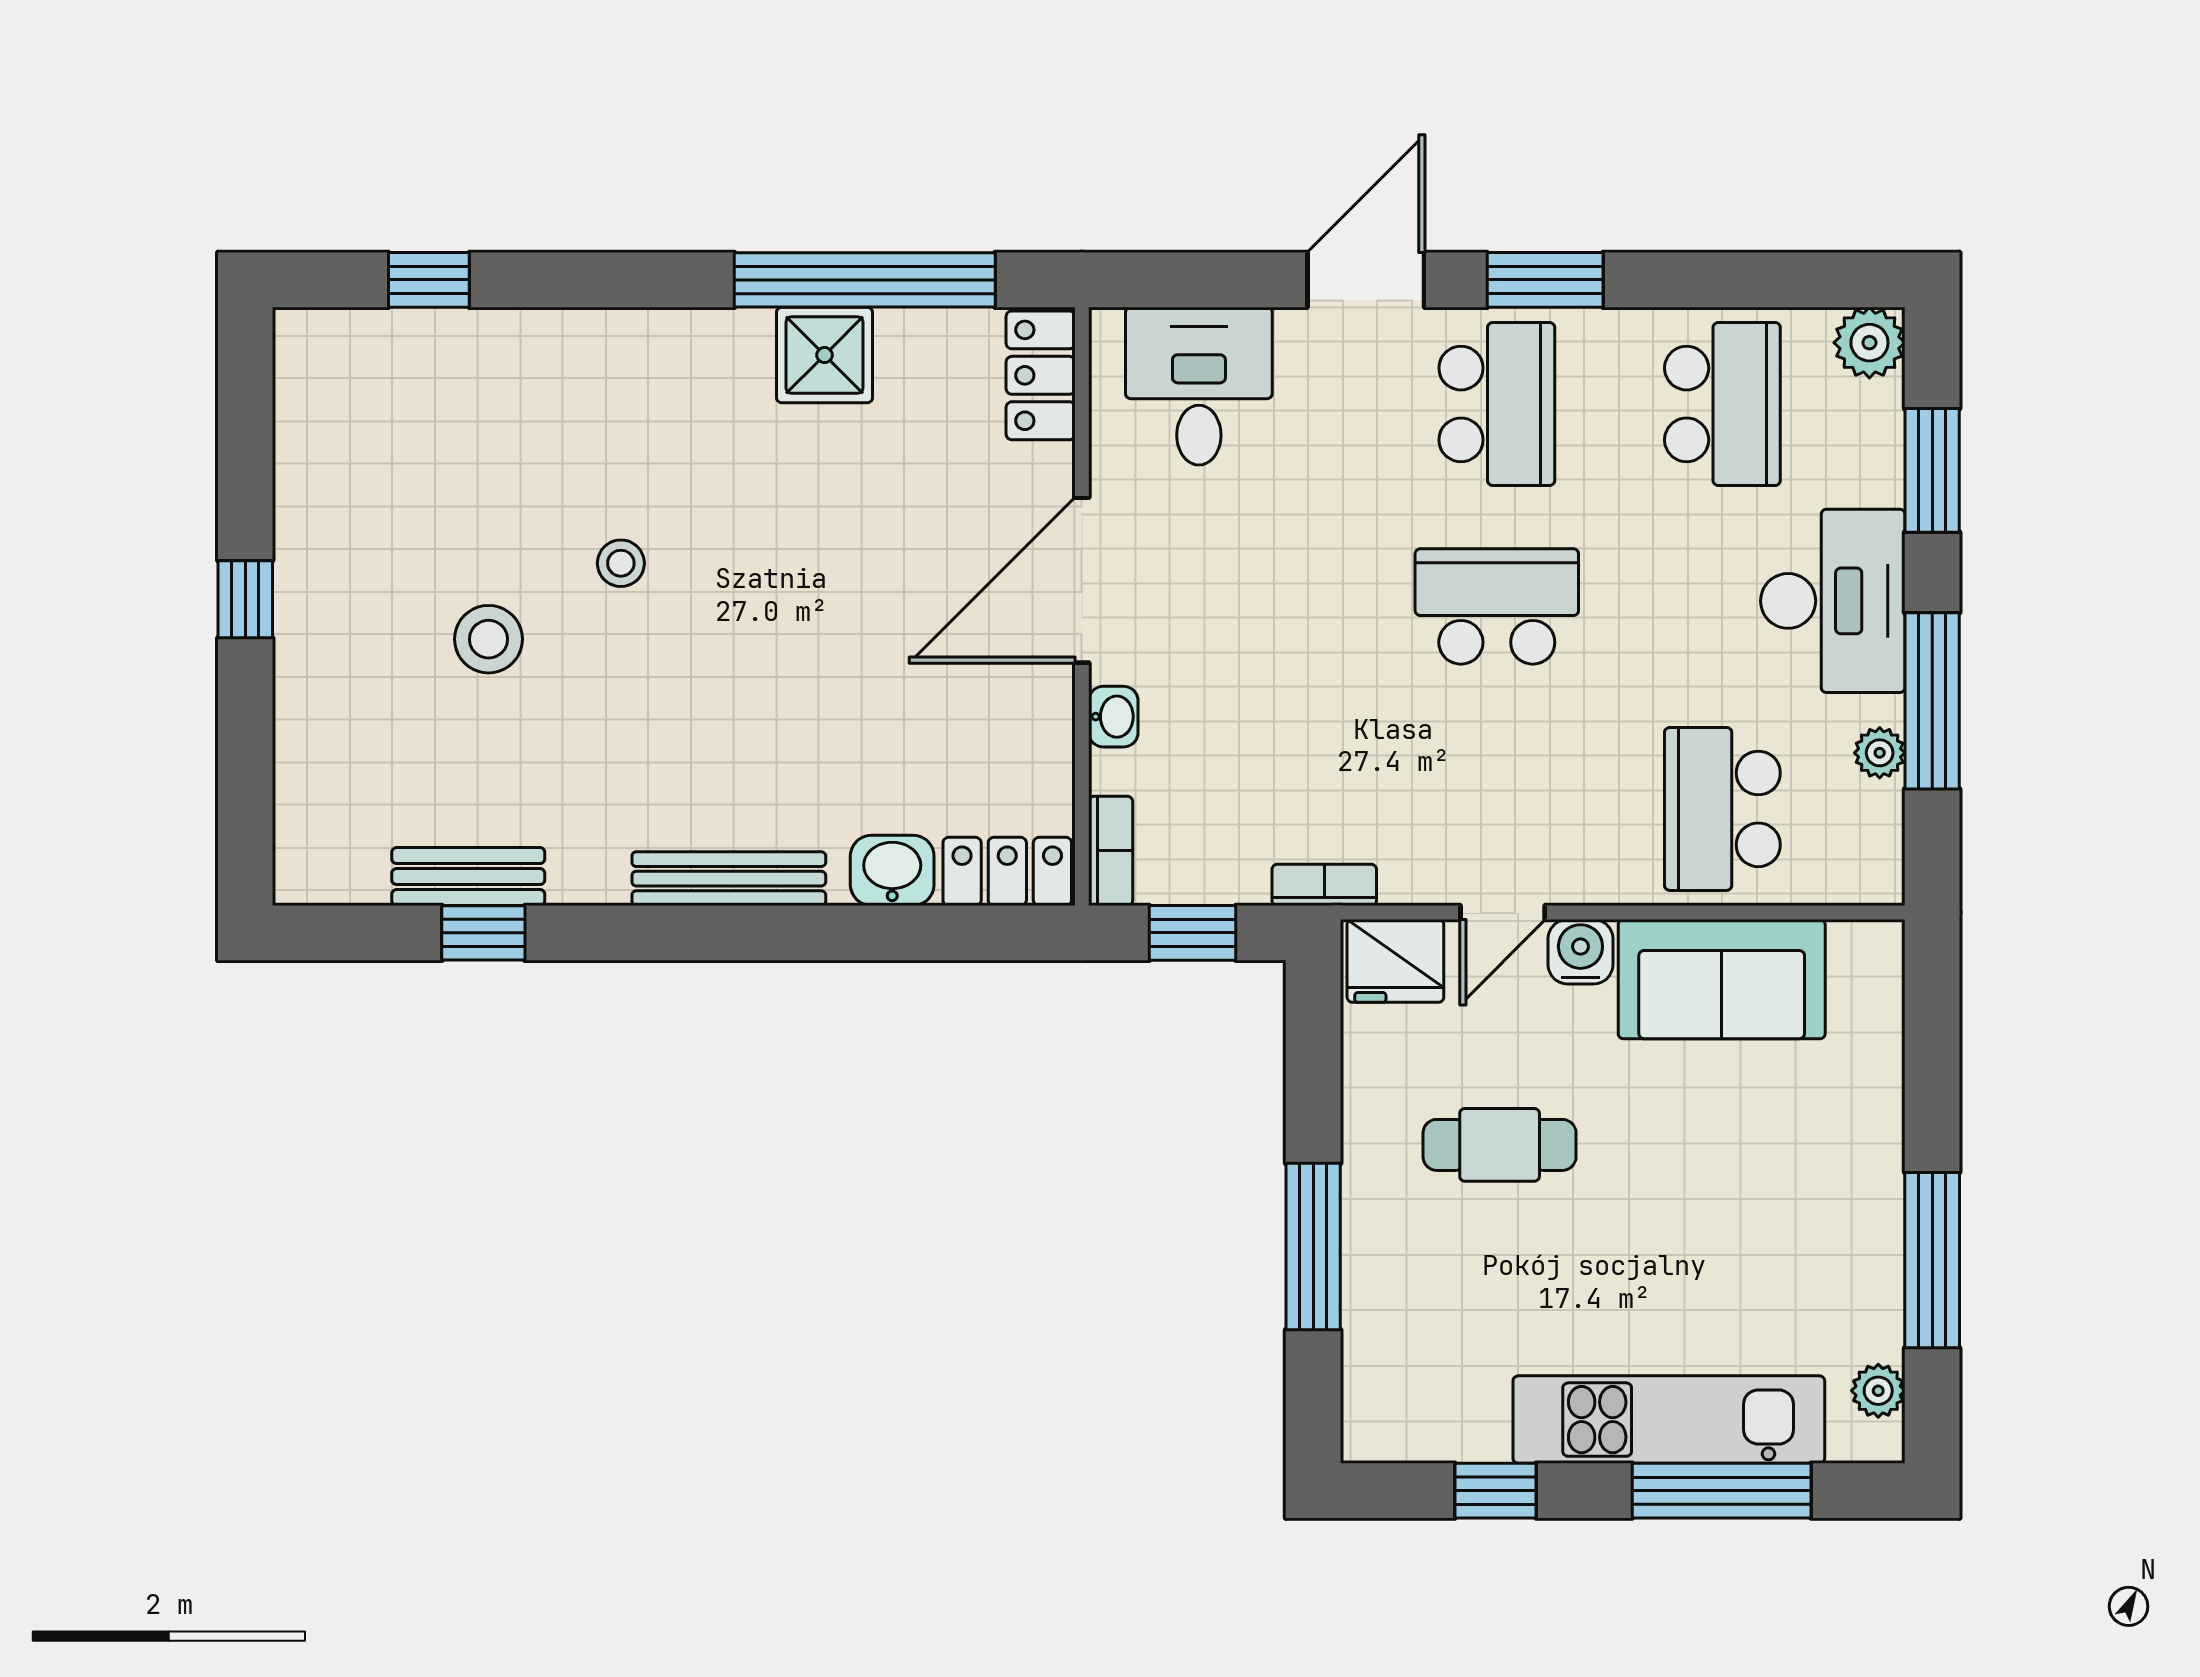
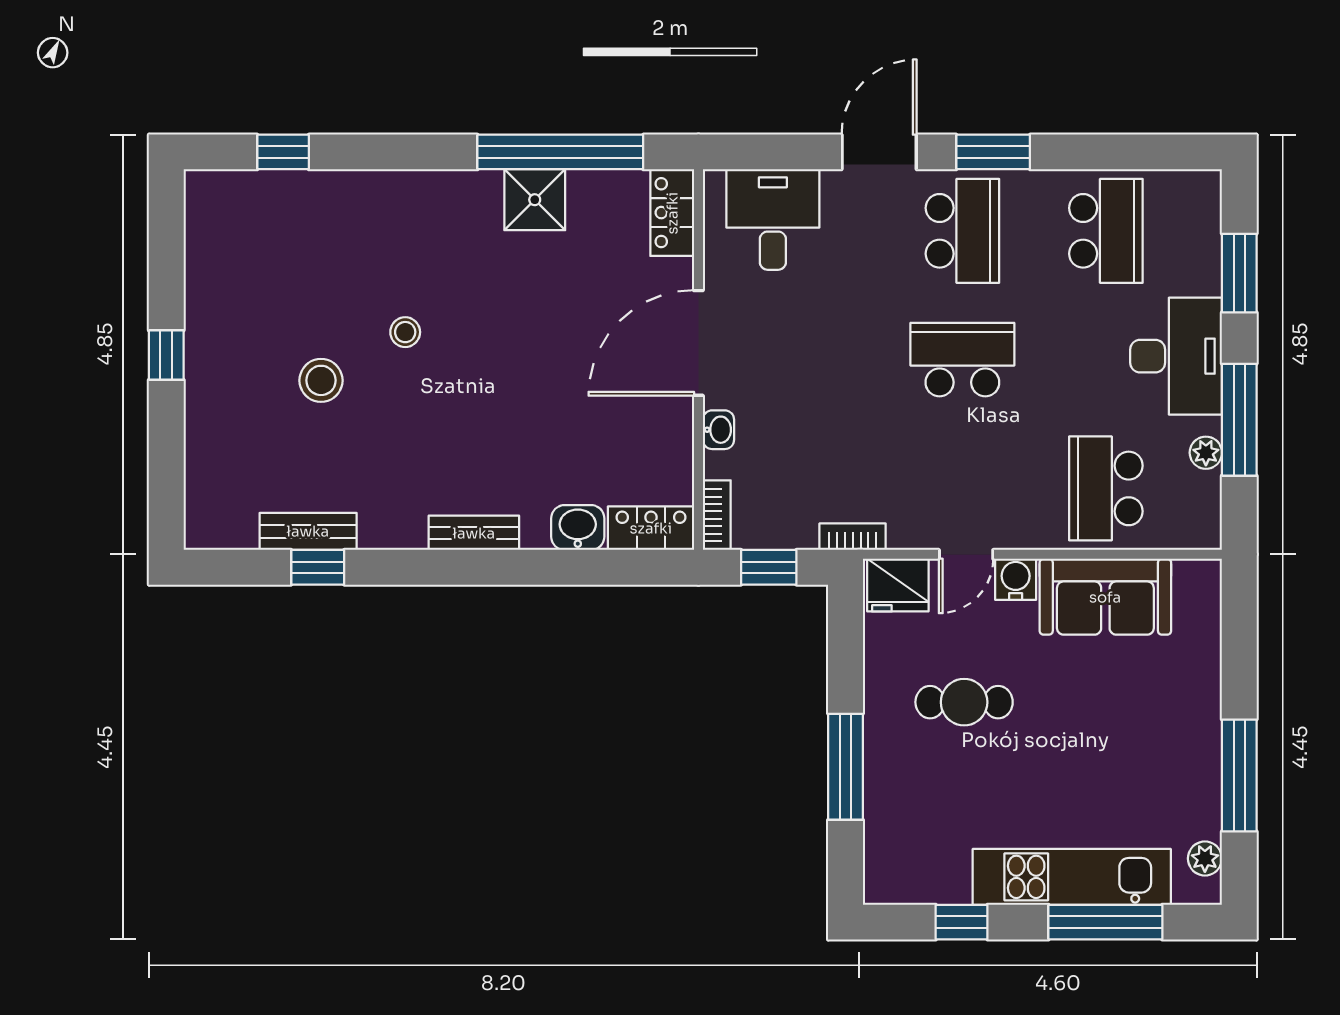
plant: (1869, 343) -> (1199, 192), removed
bench: (729, 879) -> (474, 533), width x0.73

